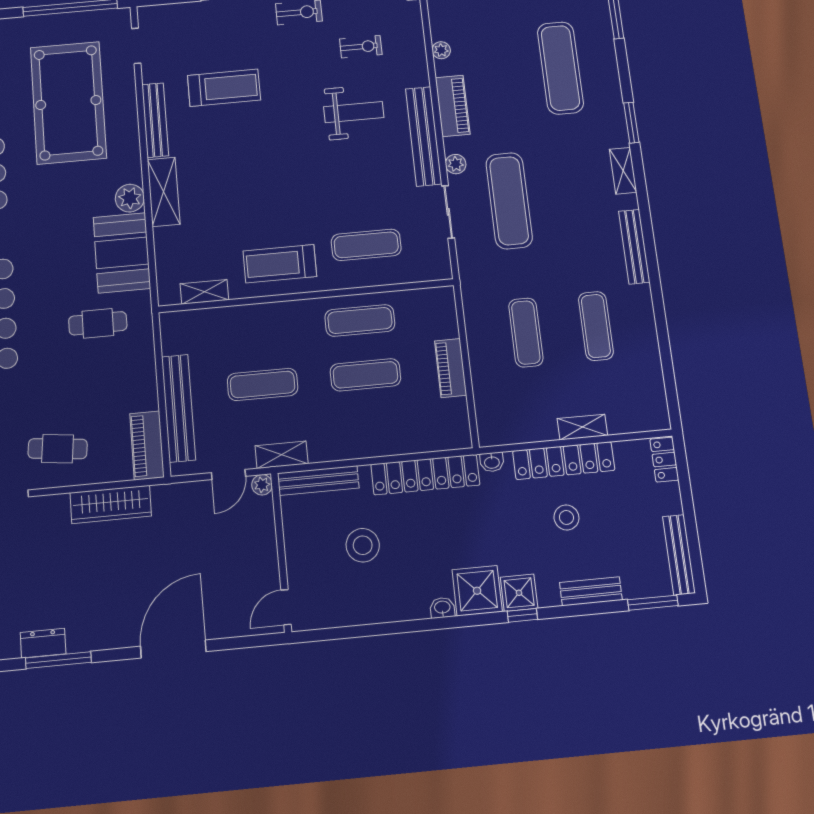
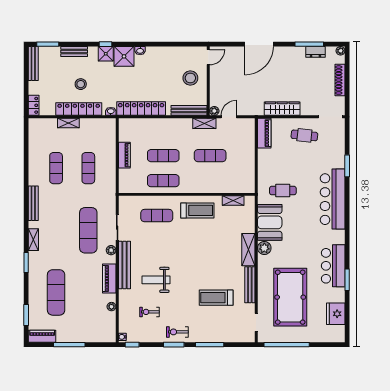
bench: (179, 408) -> (249, 148), removed
stool: (363, 545) -> (190, 78), moved

